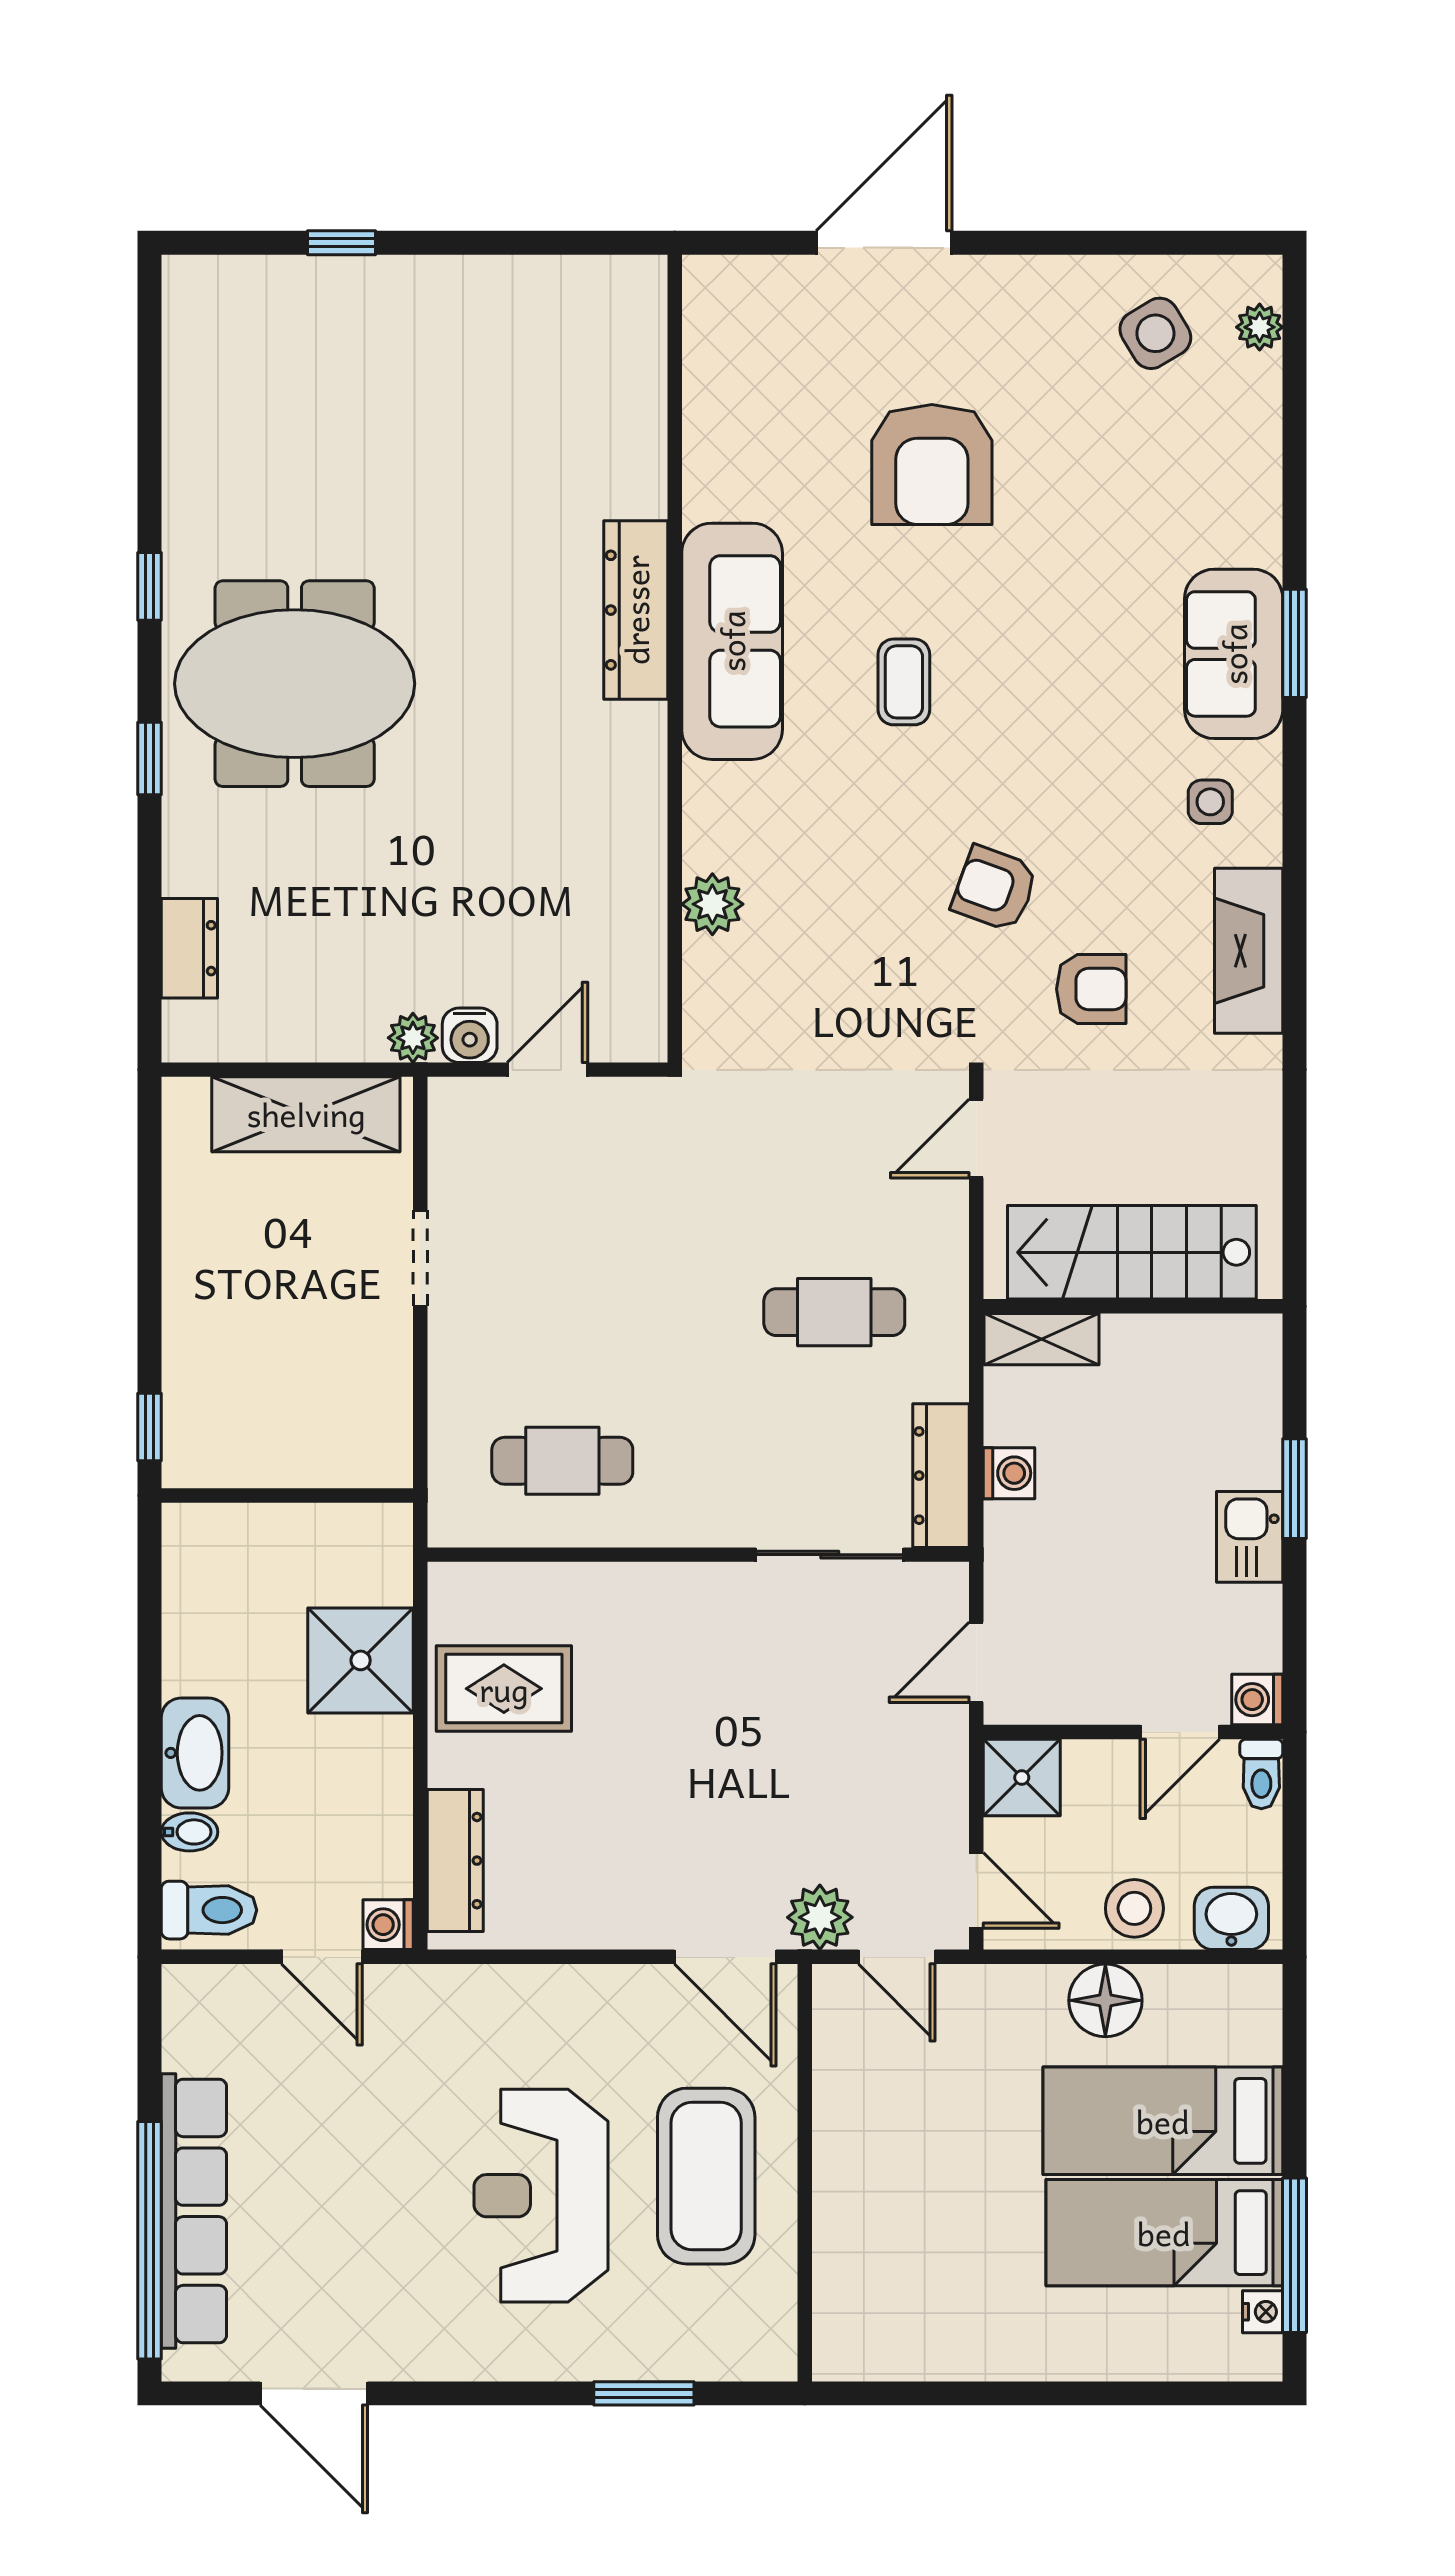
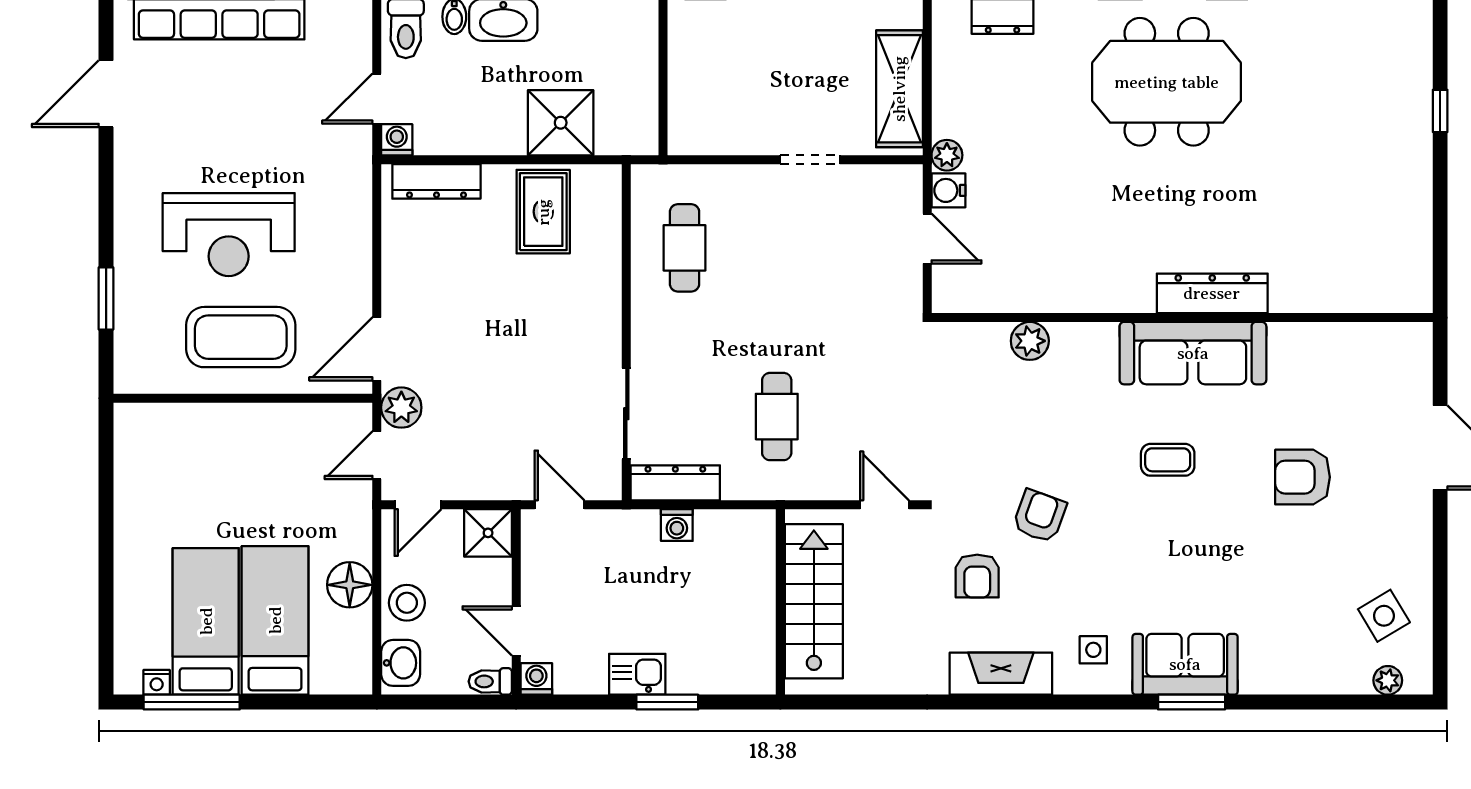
armchair: (932, 464) -> (1303, 477), width x0.73, depth x0.73
meeting table: (295, 684) -> (1167, 82), turned 90
shelving: (1041, 1339) -> (760, 545), removed
reception desk: (541, 2196) -> (229, 235), turned 180

